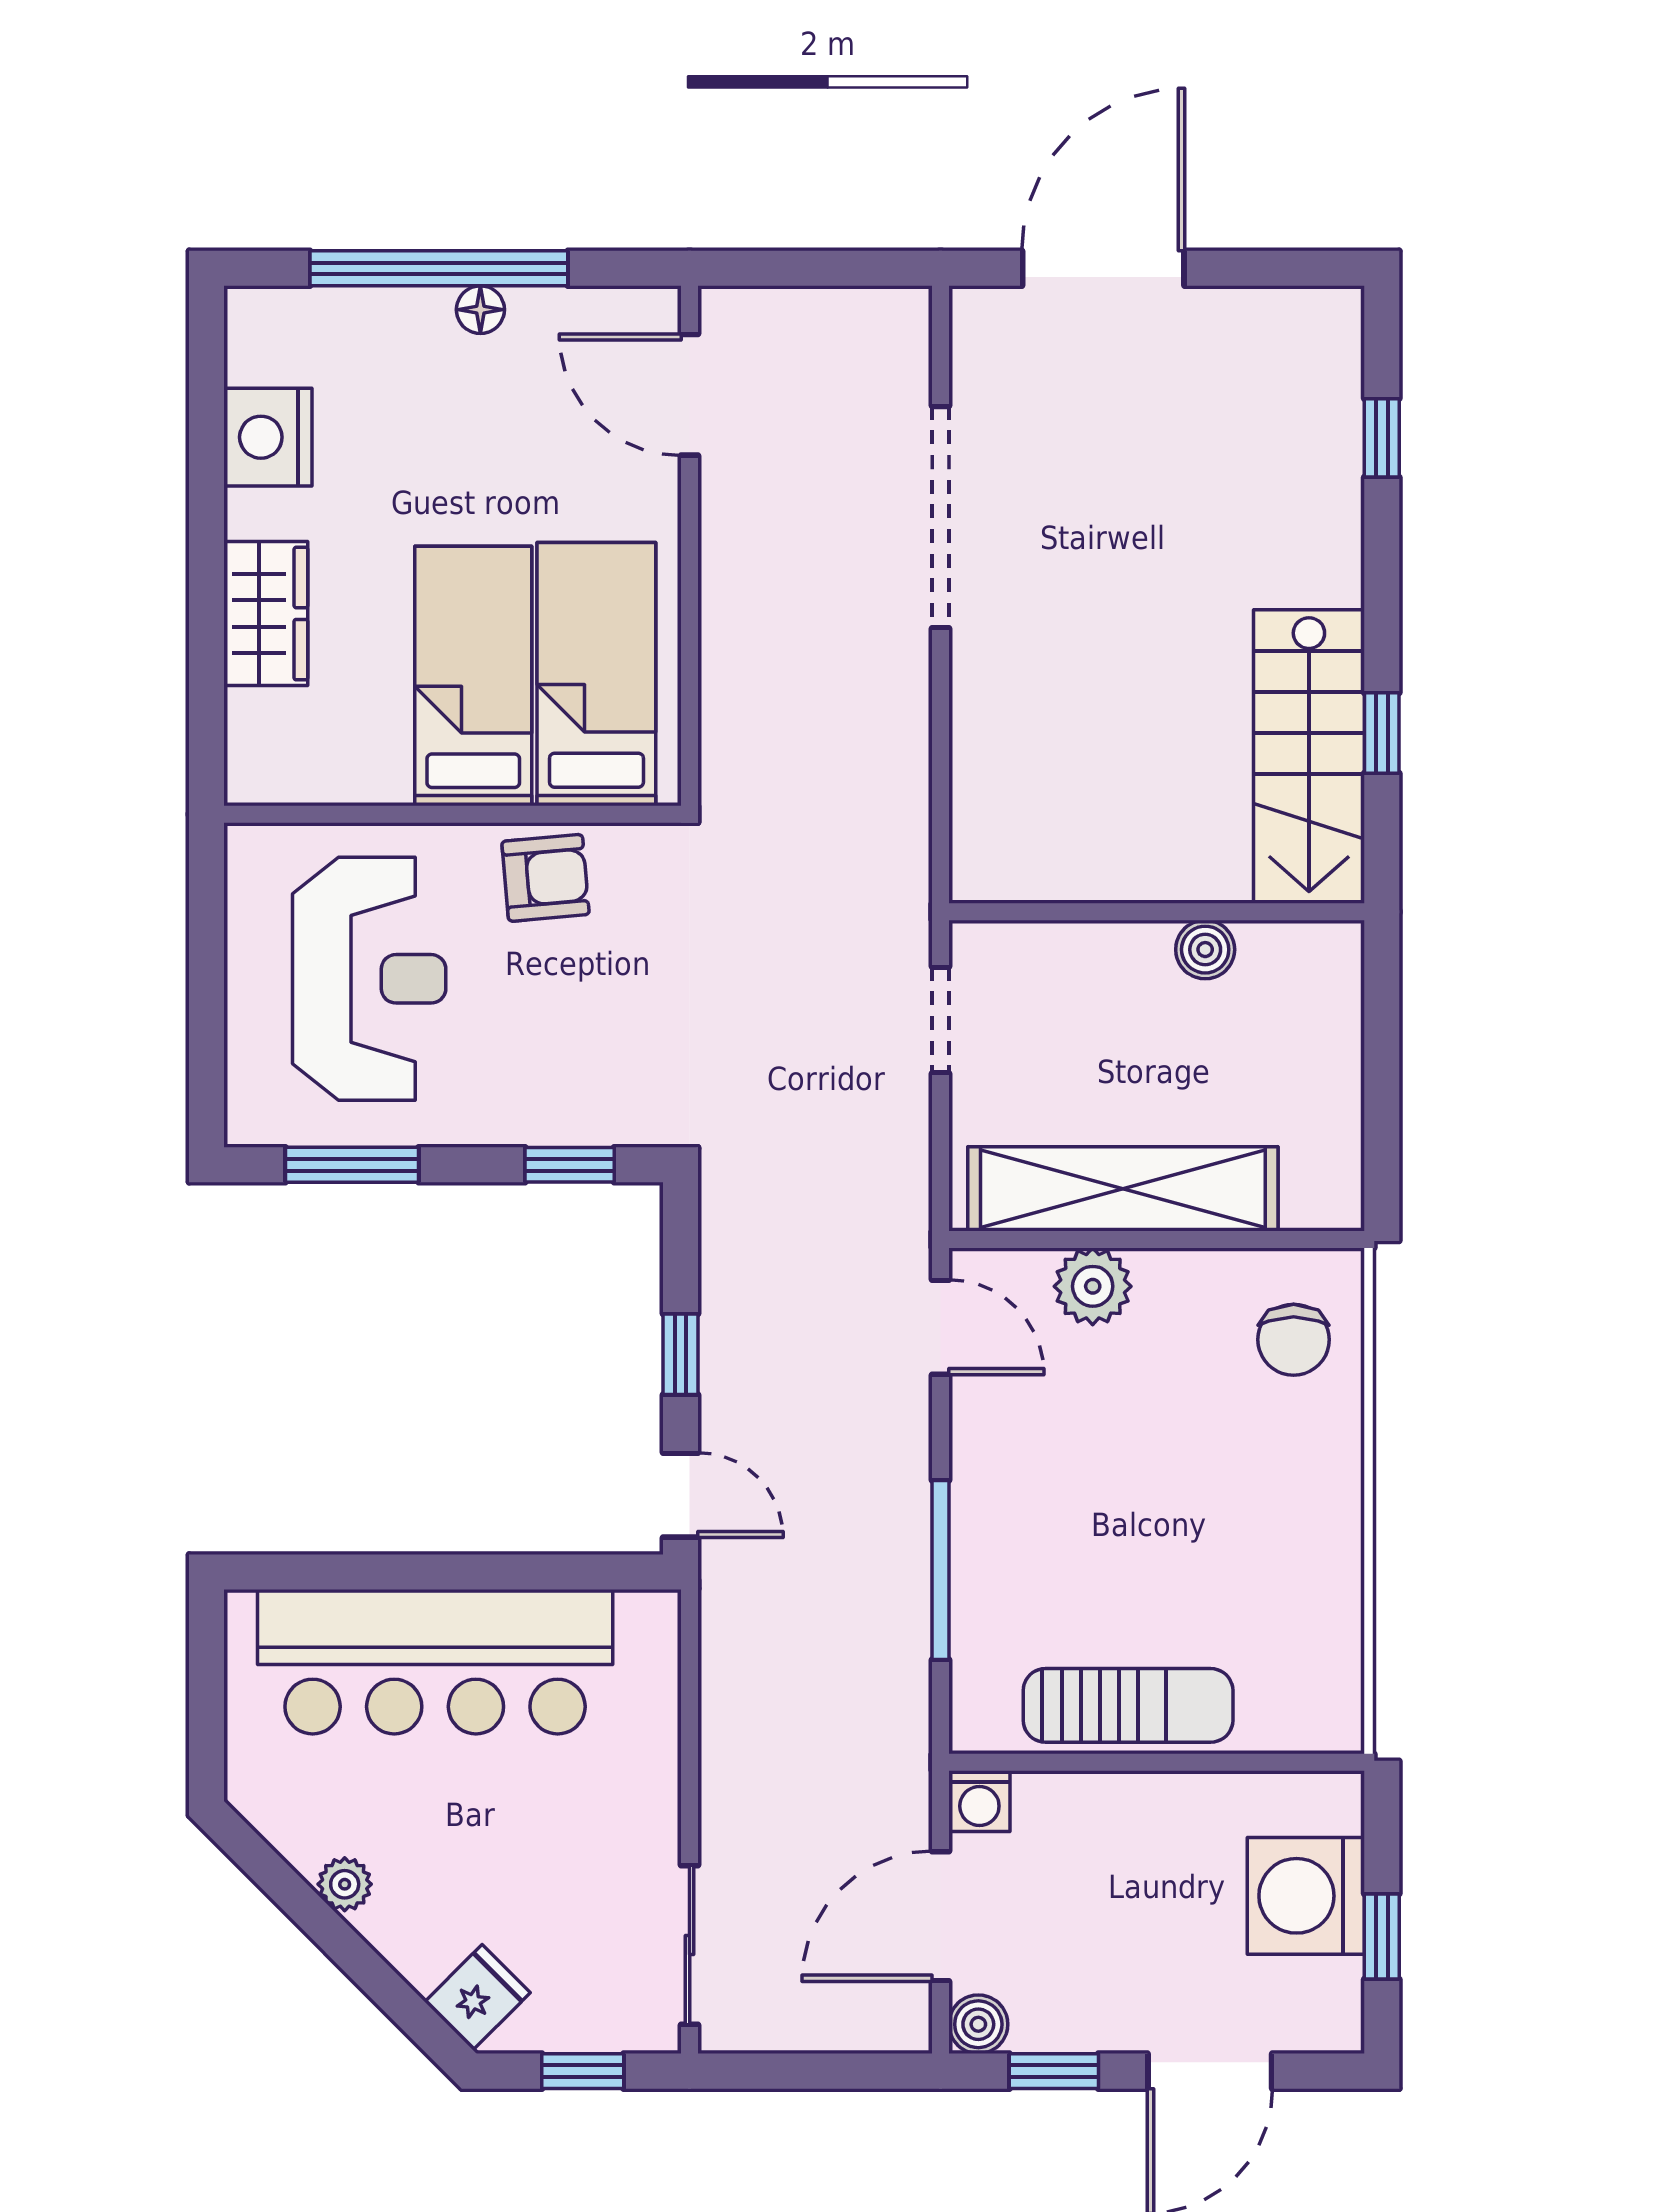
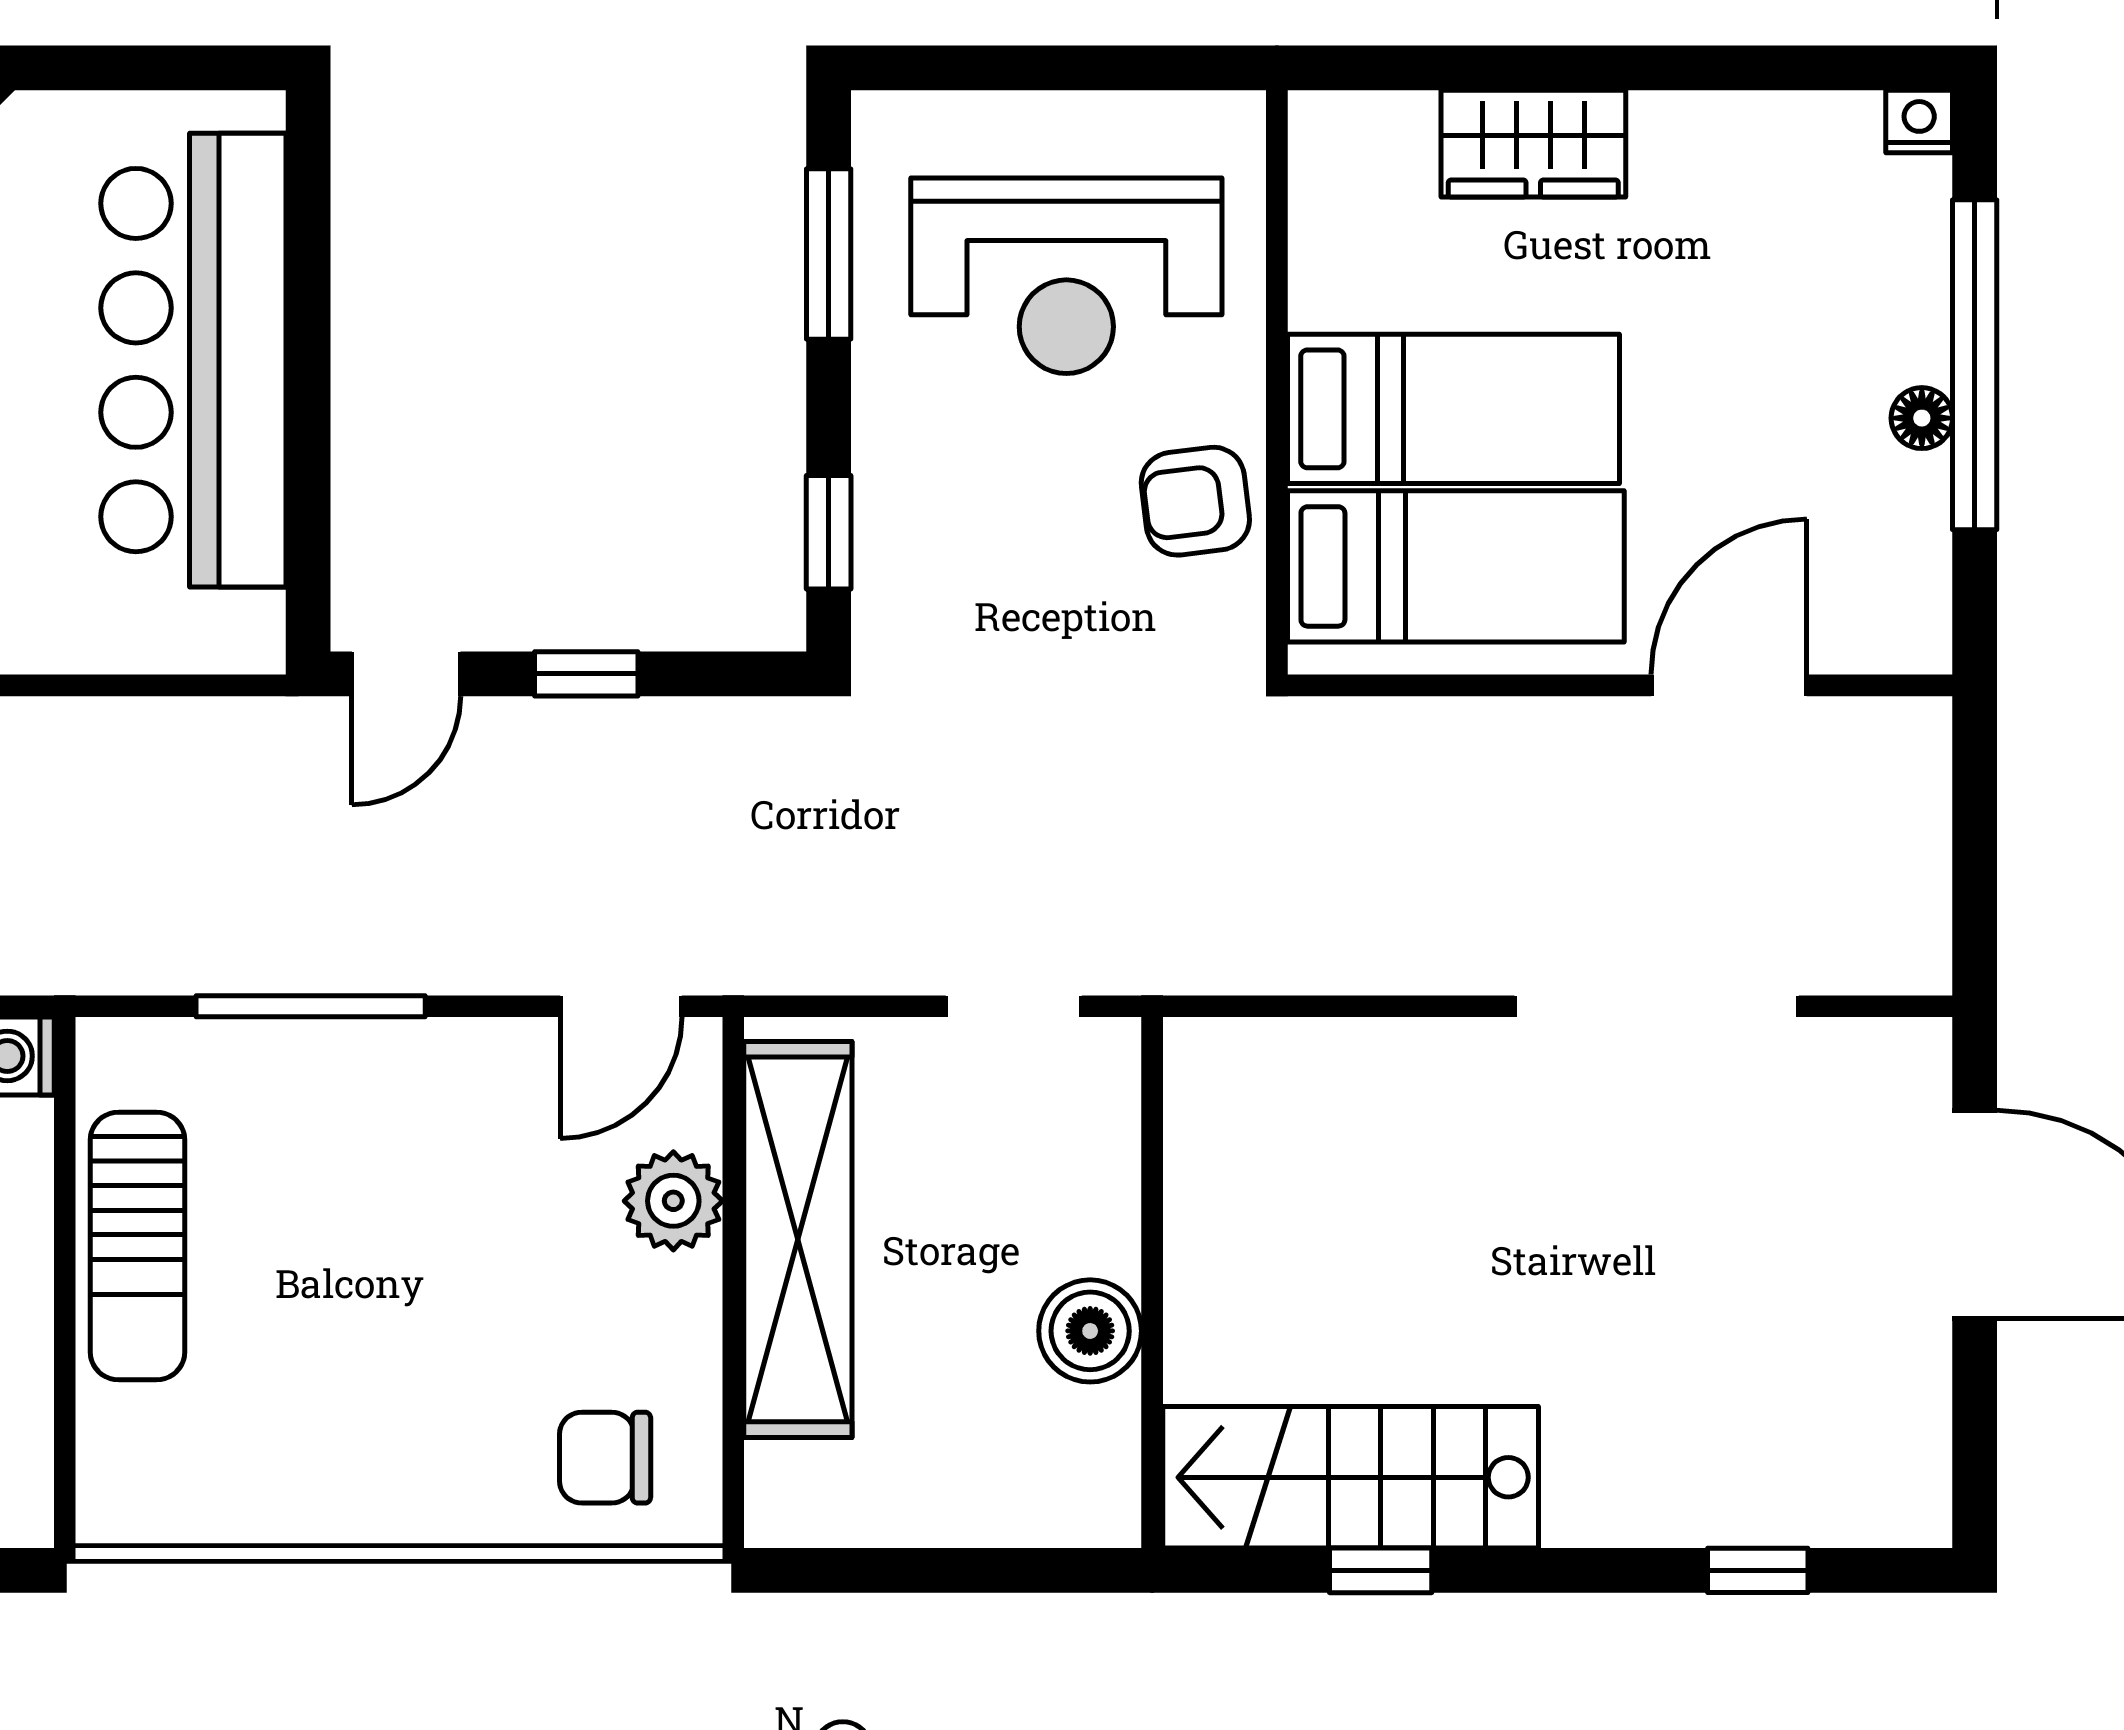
door: (690, 395) -> (1729, 685), moved
nightstand: (268, 437) -> (1919, 121), moved, width x0.53, depth x0.56
armchair: (545, 878) -> (1195, 501), turned 88
boiler: (1205, 950) -> (1090, 1331), width x1.36, depth x1.36

